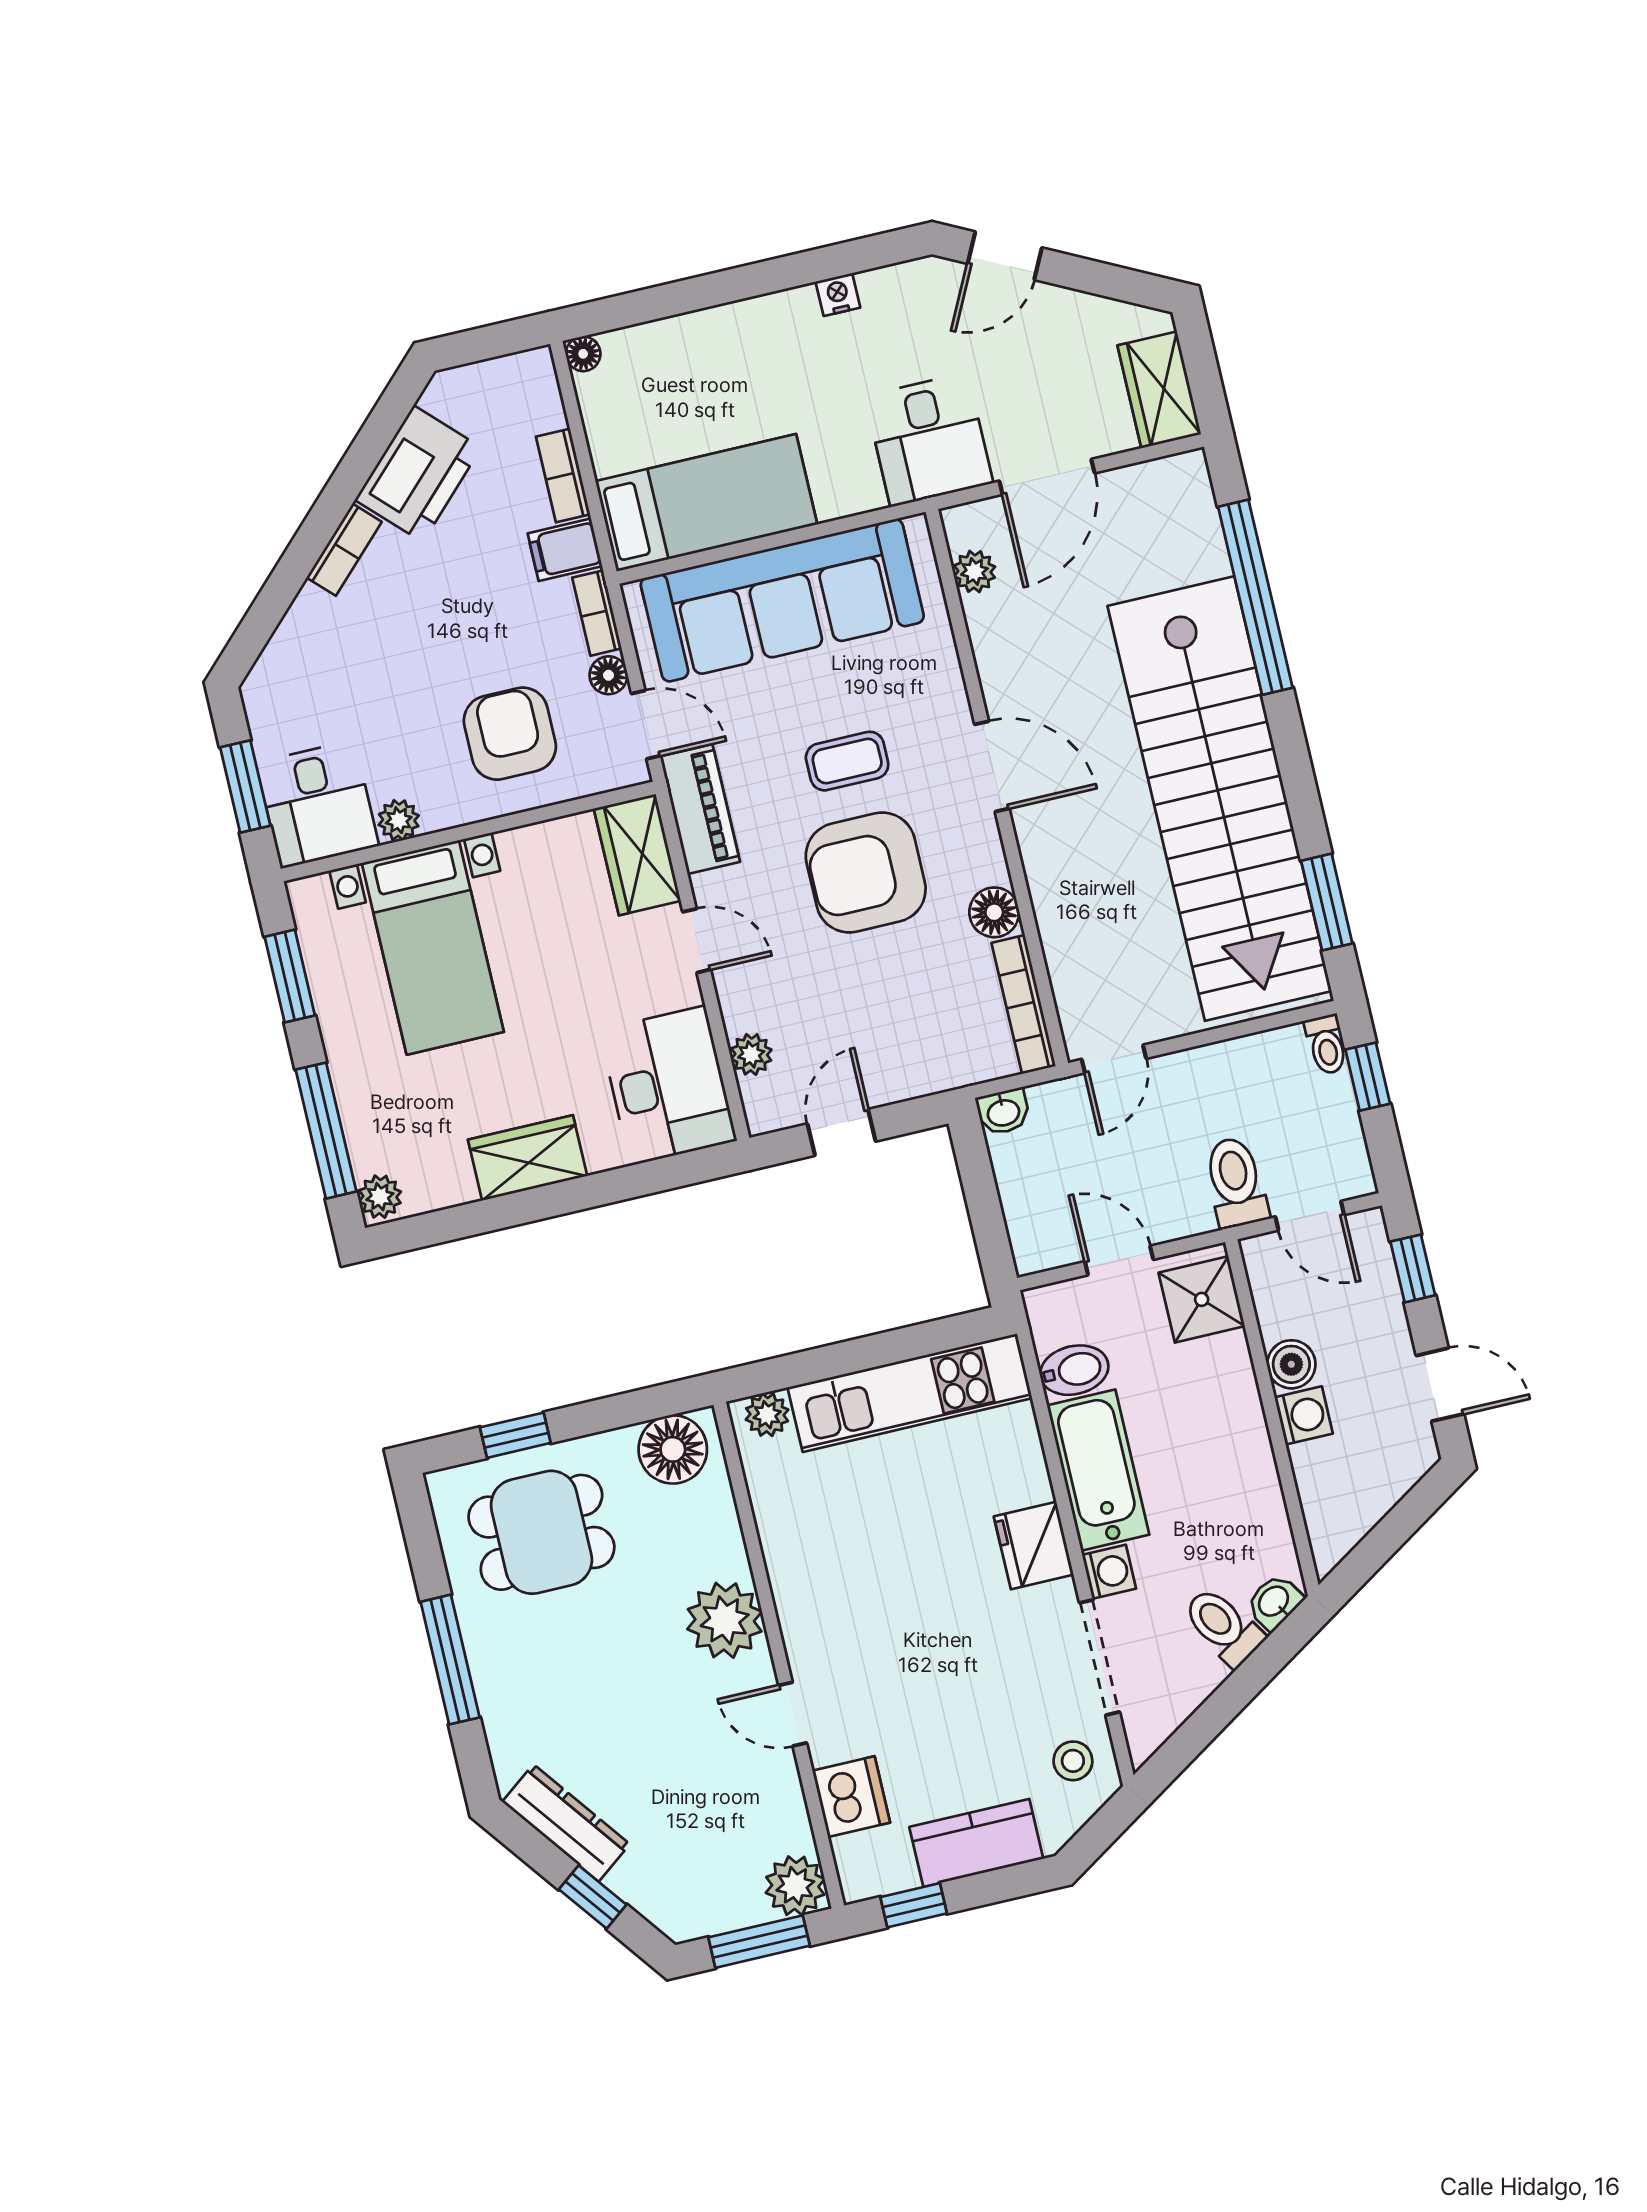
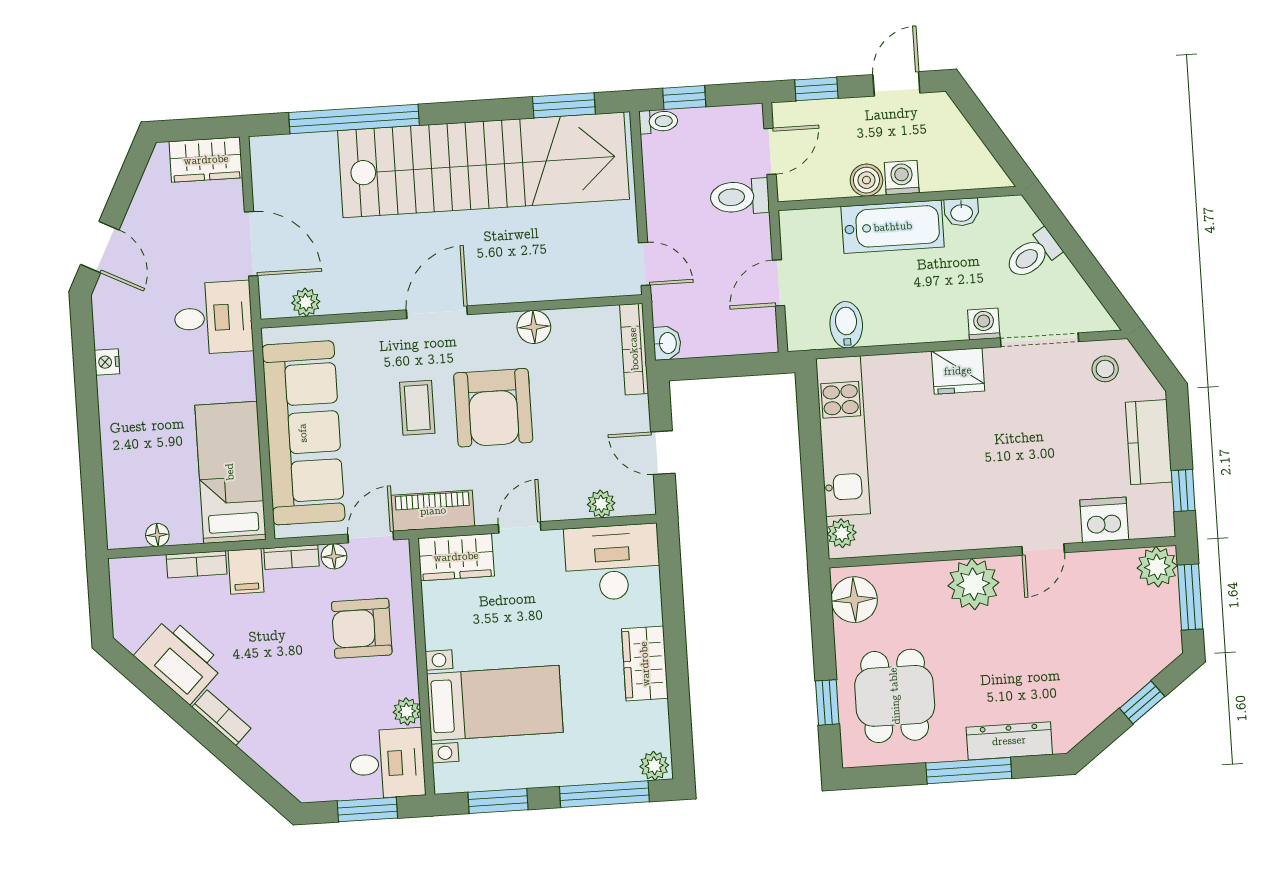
floor lamp: (583, 354) -> (157, 535), moved
bookcase: (1024, 1004) -> (634, 349), moved, turned 90
shower: (1202, 1299) -> (814, 232), removed
bathtub: (1098, 1470) -> (893, 227), moved, turned 180
washbasin: (1274, 1602) -> (962, 212), moved, turned -57
dresser: (566, 1823) -> (1009, 741), moved, turned 37

